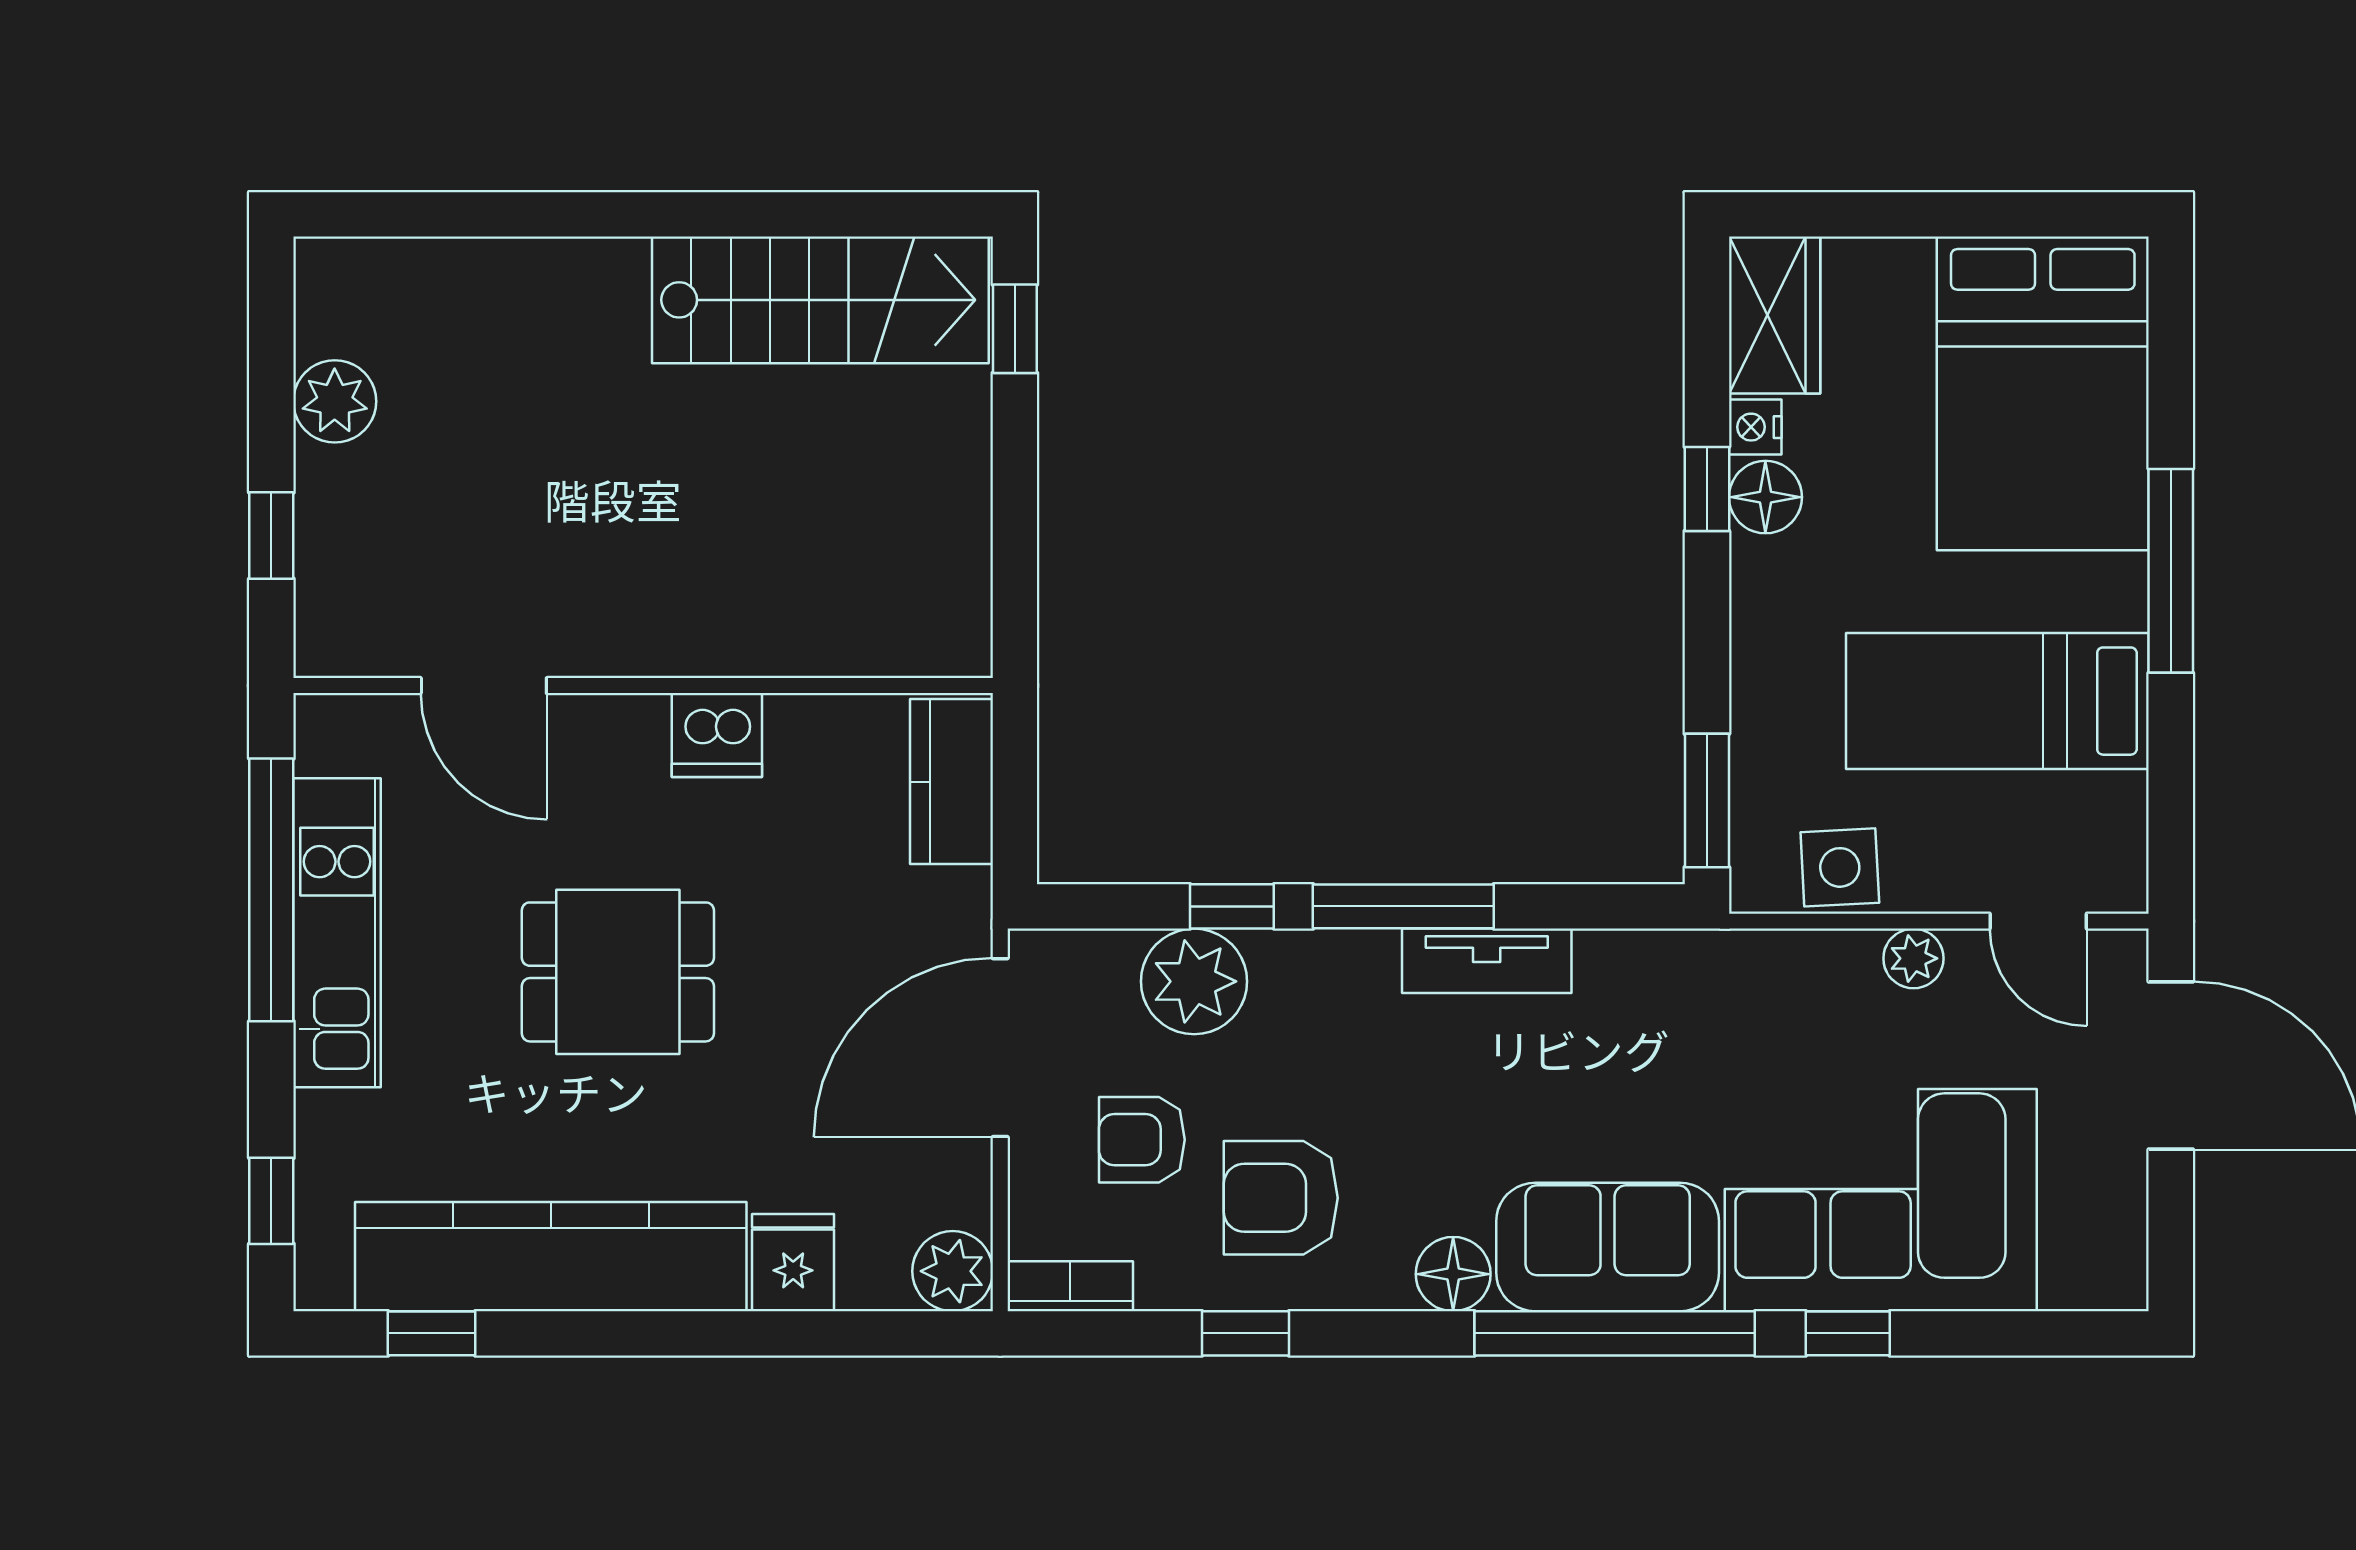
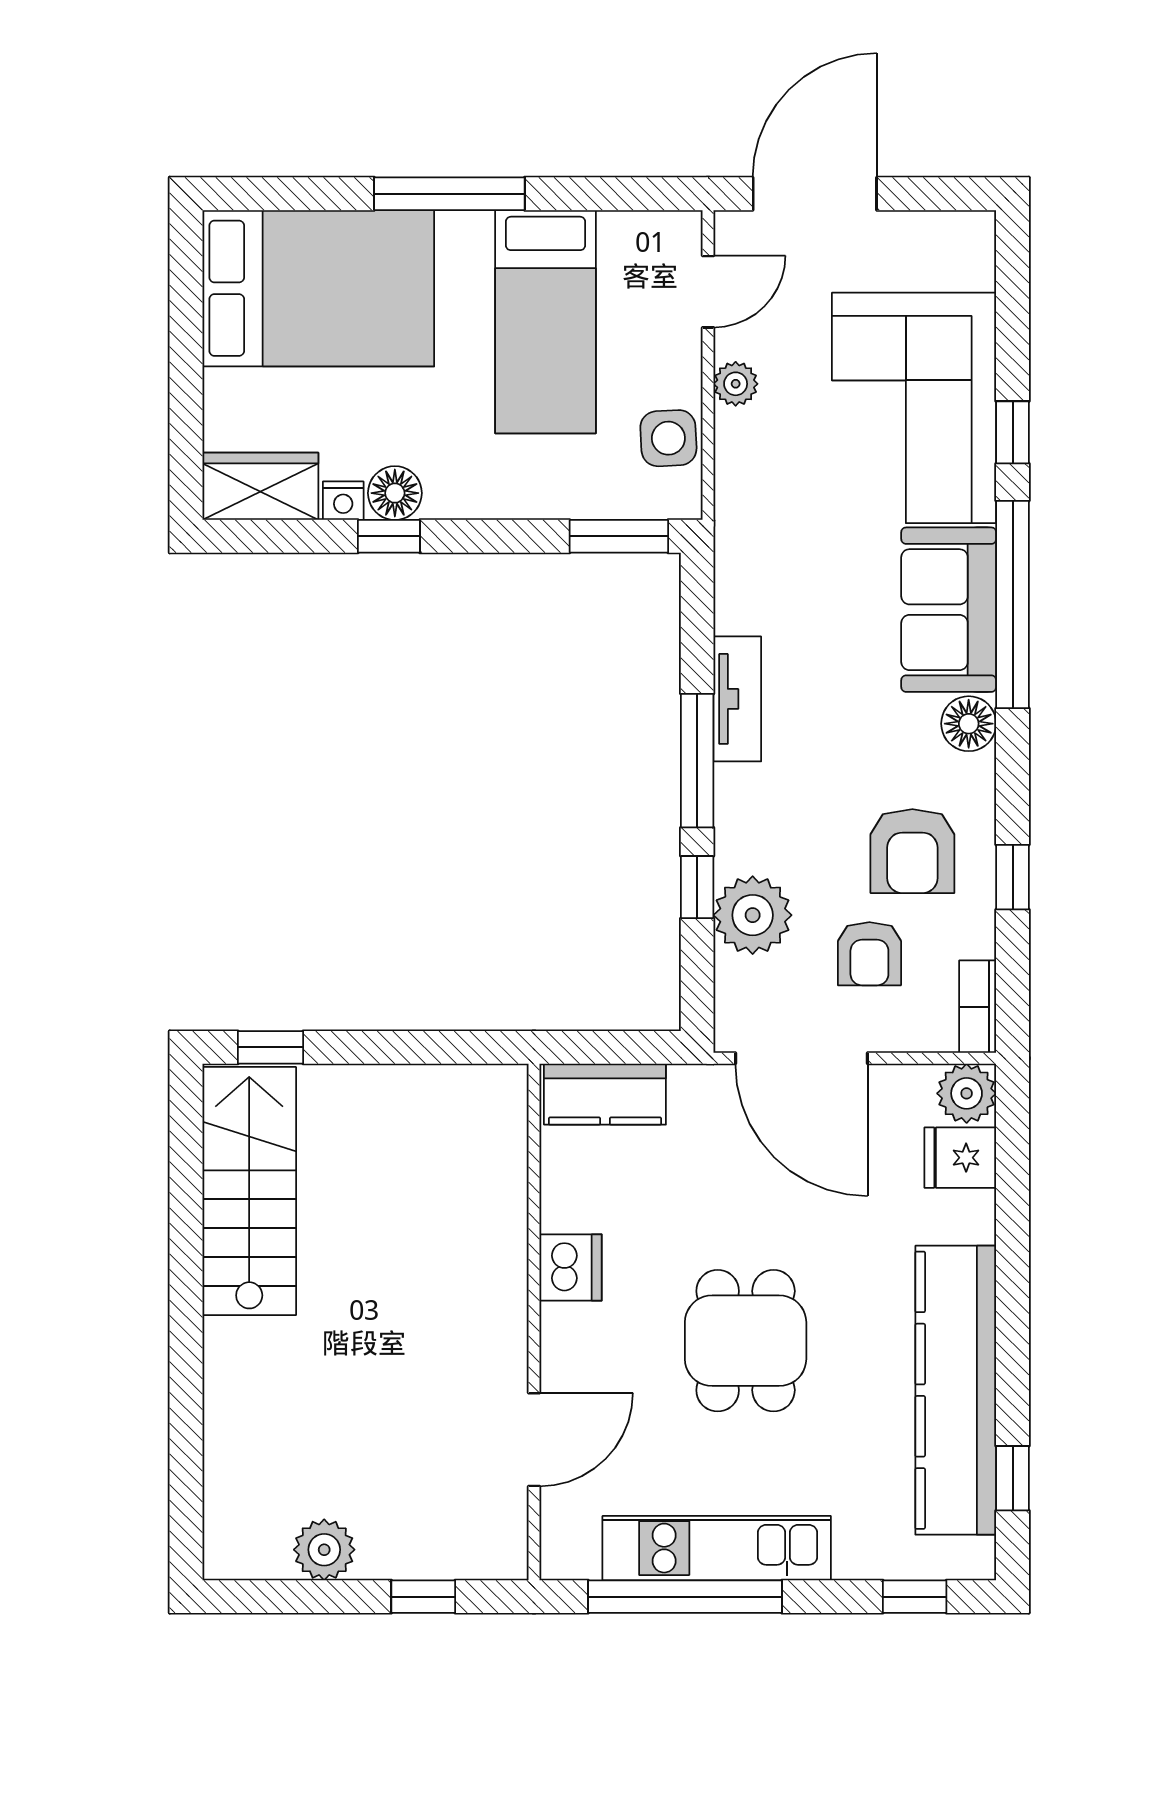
fridge: (793, 1263) -> (960, 1158), moved

